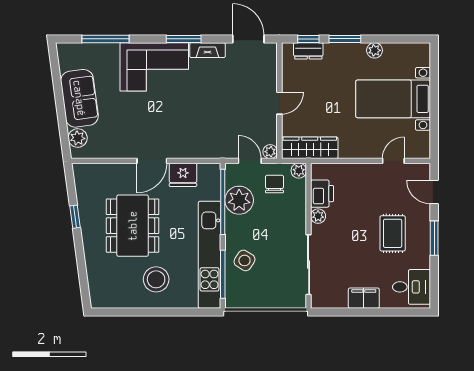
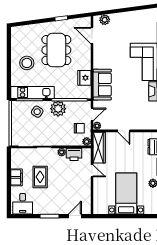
sofa: (79, 98) -> (102, 85), moved, turned -82
door: (152, 161) -> (92, 36), moved
door: (393, 161) -> (92, 171), moved
plant: (239, 200) -> (58, 109), moved
dining table: (133, 226) -> (56, 50), turned 90
rug: (393, 233) -> (40, 177), moved, turned 90
kitchen unit: (210, 255) -> (32, 92), width x0.73

